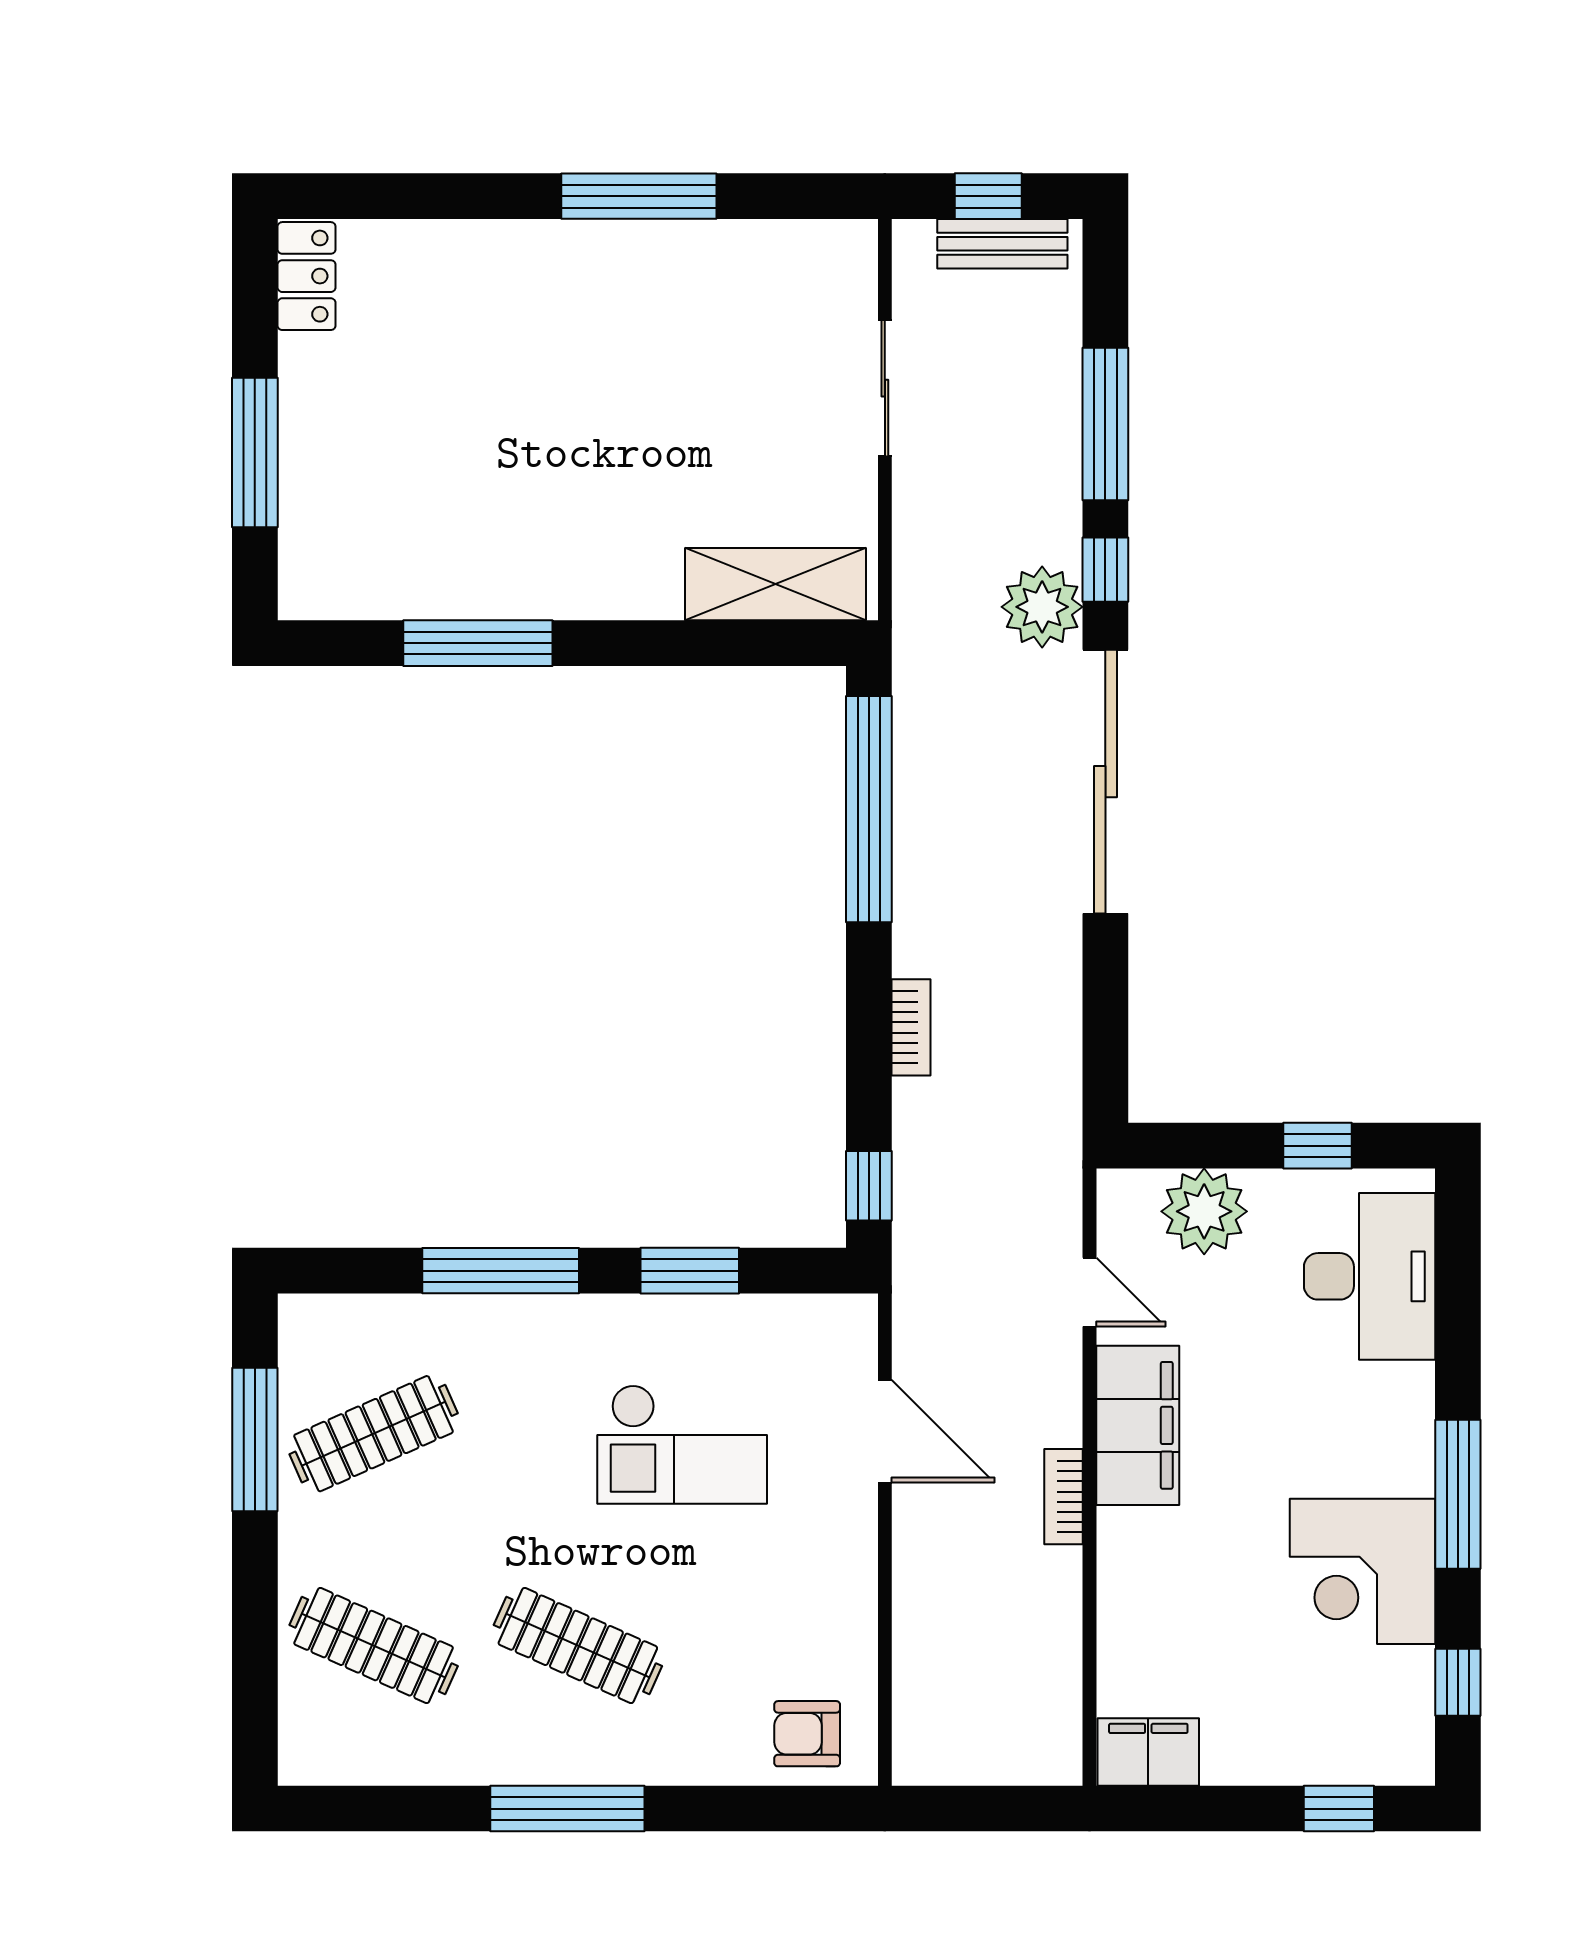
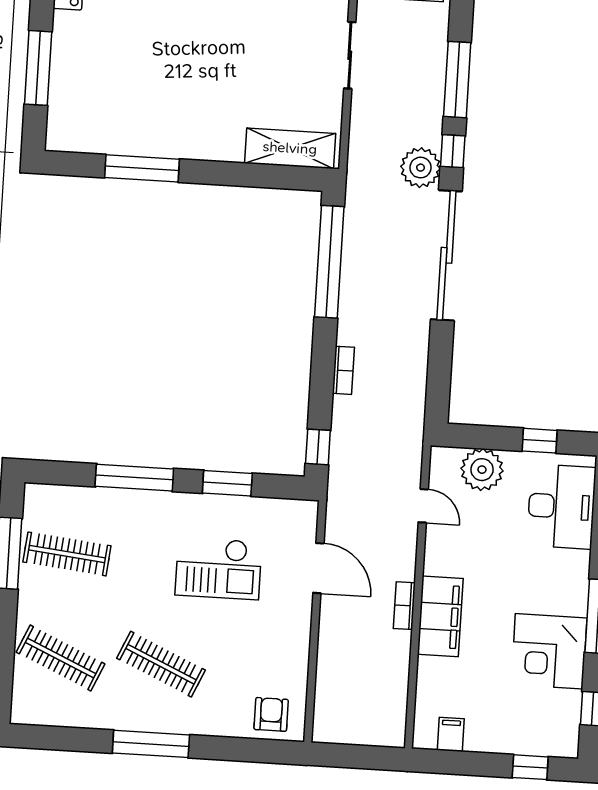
filing cabinet: (1138, 1425) -> (440, 616), moved
clothes rail: (374, 1434) -> (67, 554), turned 30
armchair: (807, 1734) -> (271, 714), turned 90
filing cabinet: (1148, 1752) -> (451, 734), width x0.50

